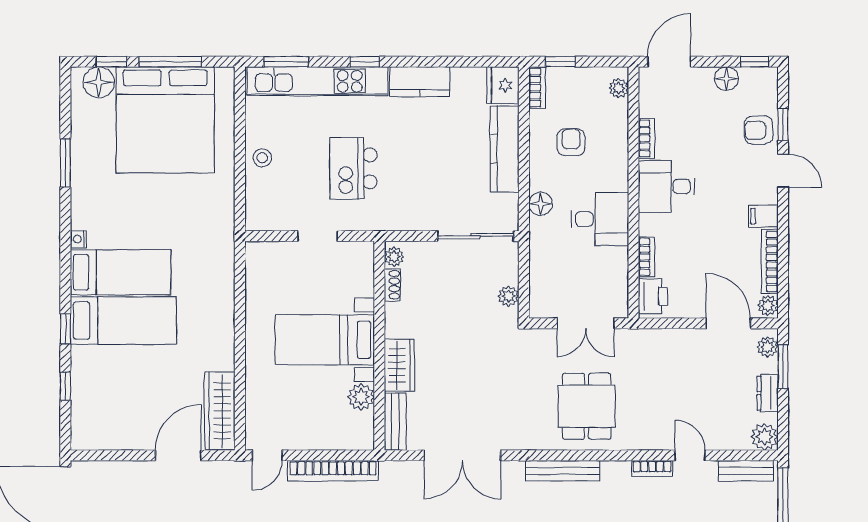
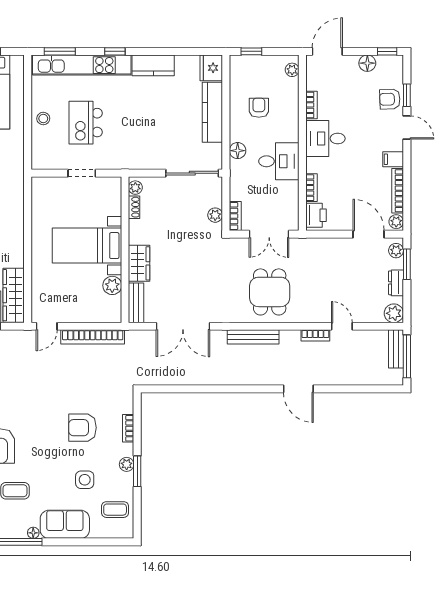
bookcase: (537, 88) -> (235, 216), moved
kitchen island: (353, 168) -> (86, 123), moved
bench: (746, 471) -> (396, 349), moved, turned 90

